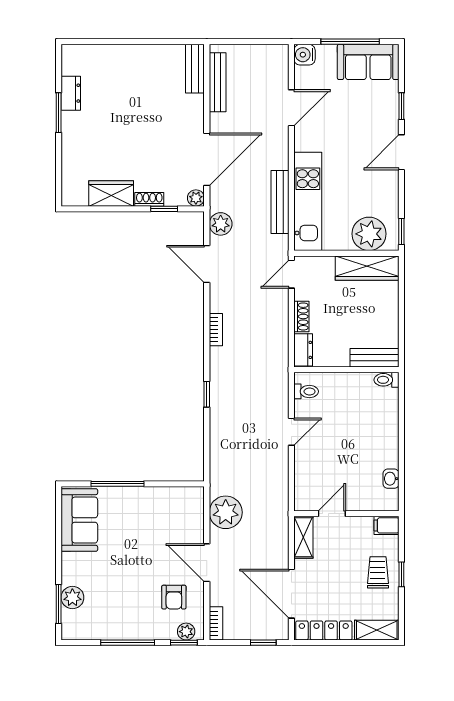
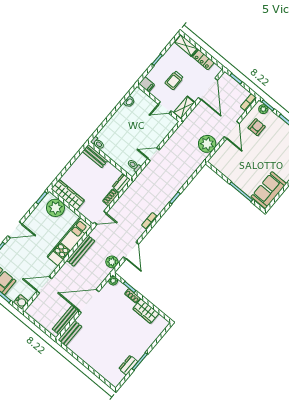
door: (207, 159) -> (89, 301), moved
trolley: (378, 572) -> (174, 80), moved
locker: (324, 630) -> (203, 60), width x0.66

